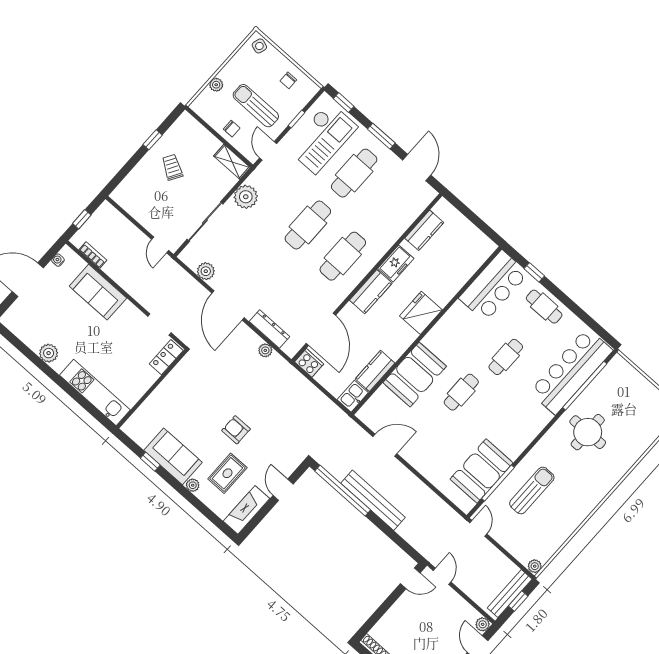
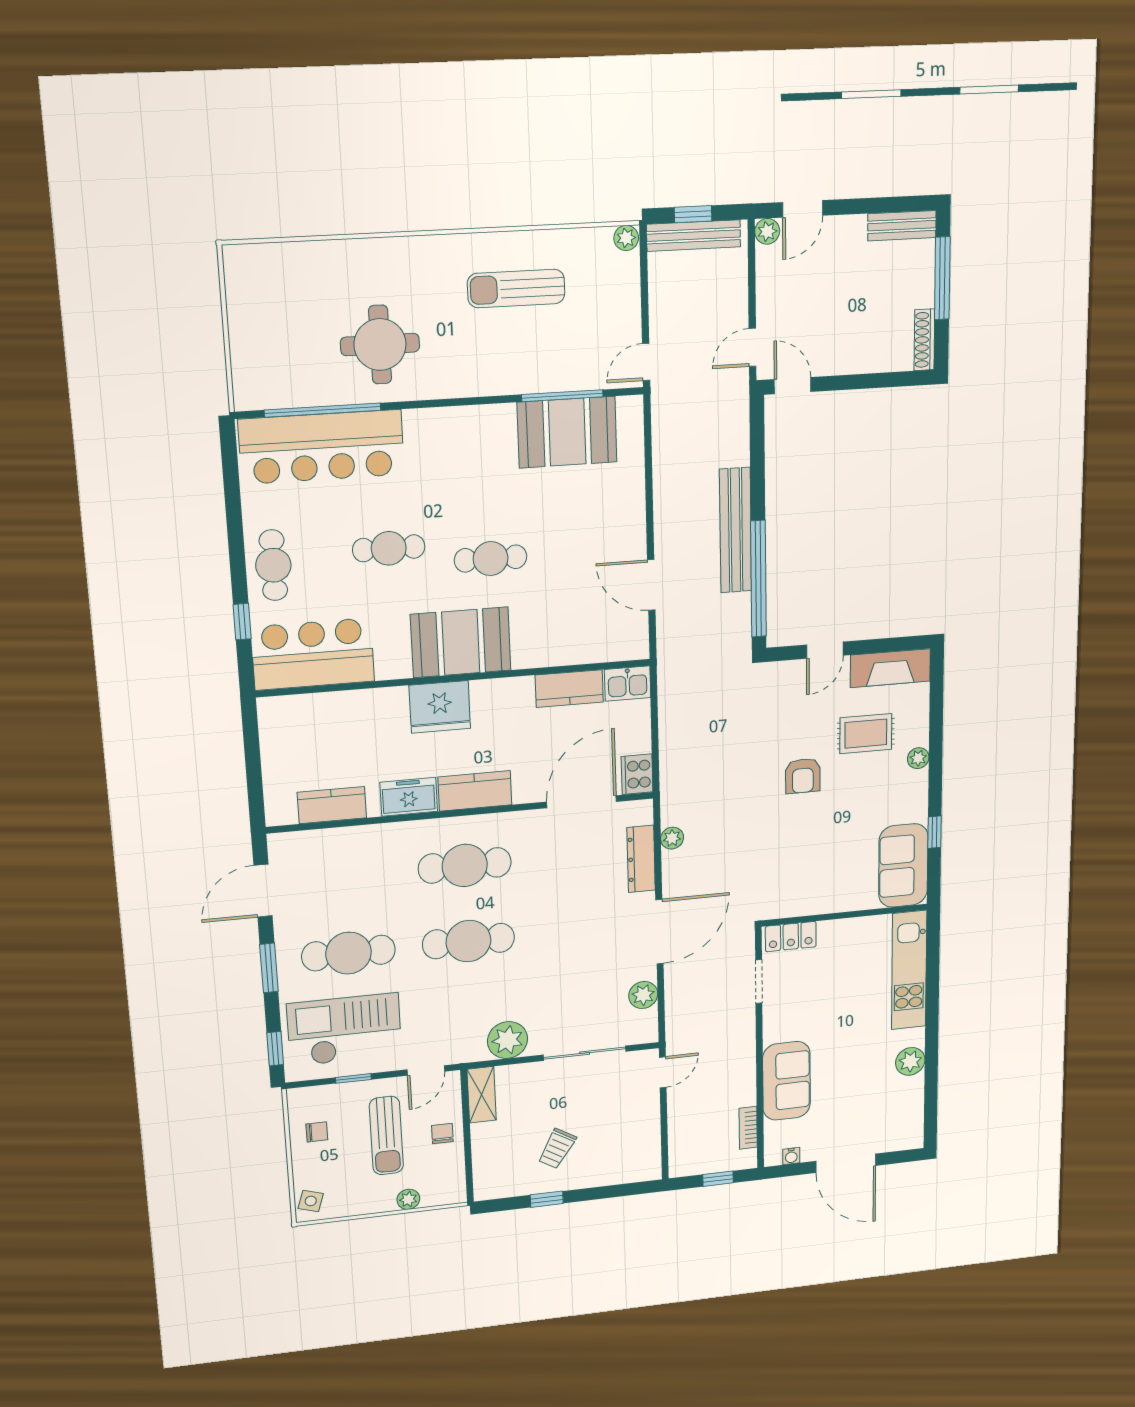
booth: (415, 374) -> (461, 642), moved
sofa: (173, 456) -> (903, 866), moved
sun lounger: (532, 491) -> (516, 288), moved

